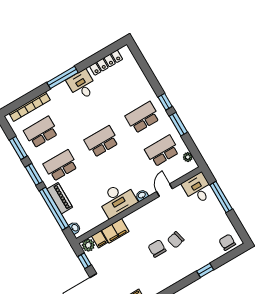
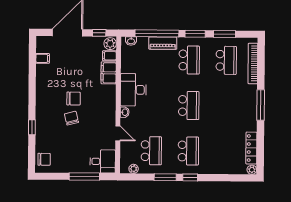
plant: (125, 51) -> (252, 170), added
desk: (82, 85) -> (245, 117), removed

